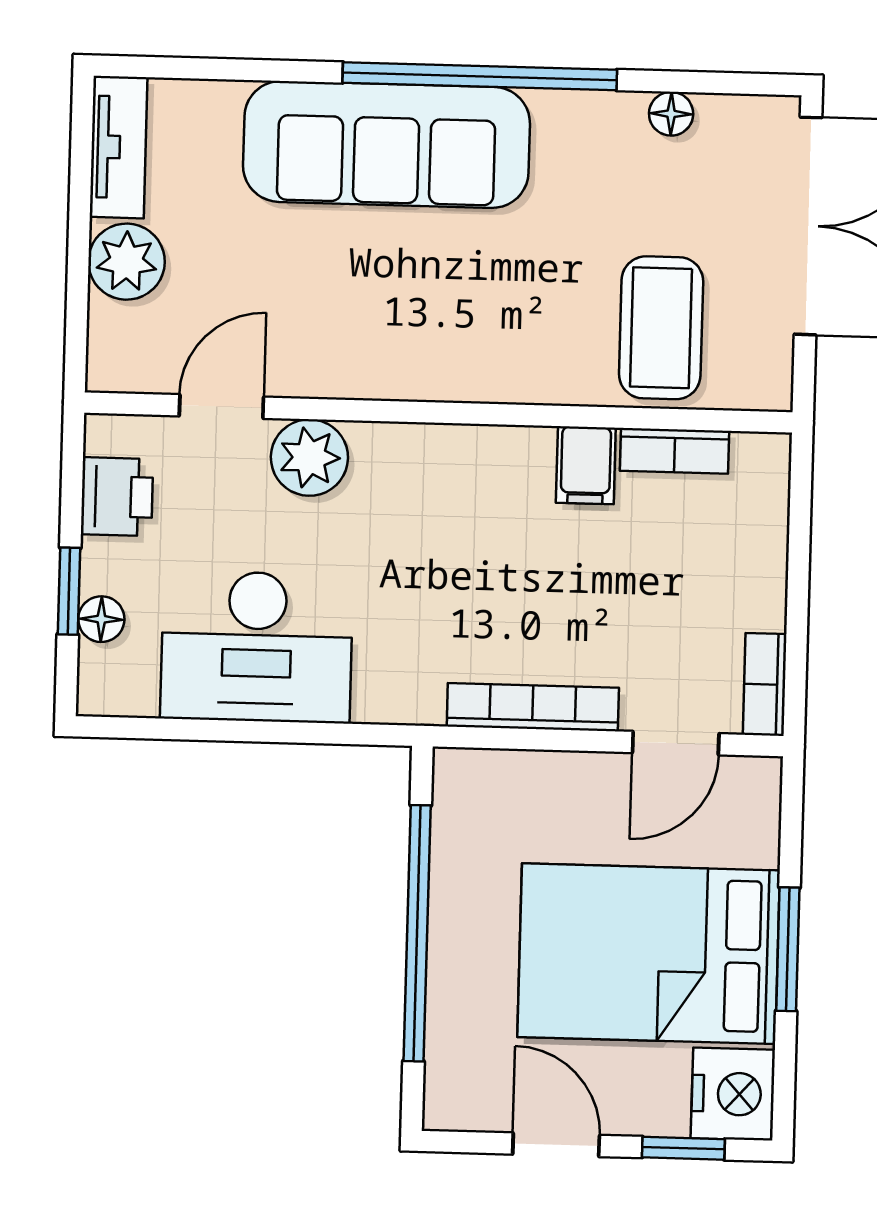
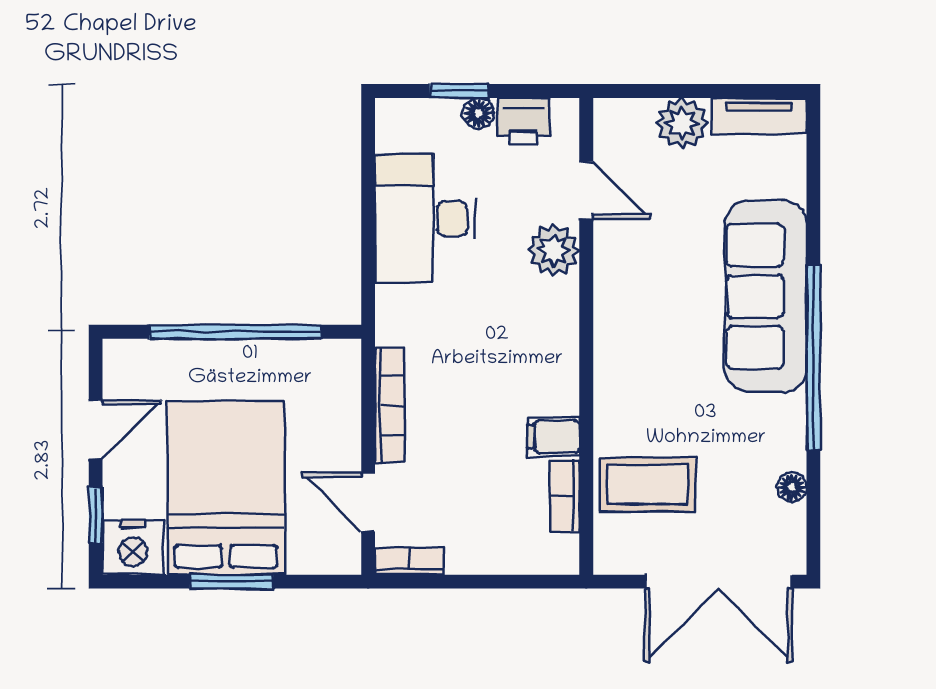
floor lamp: (101, 619) -> (478, 113), moved

